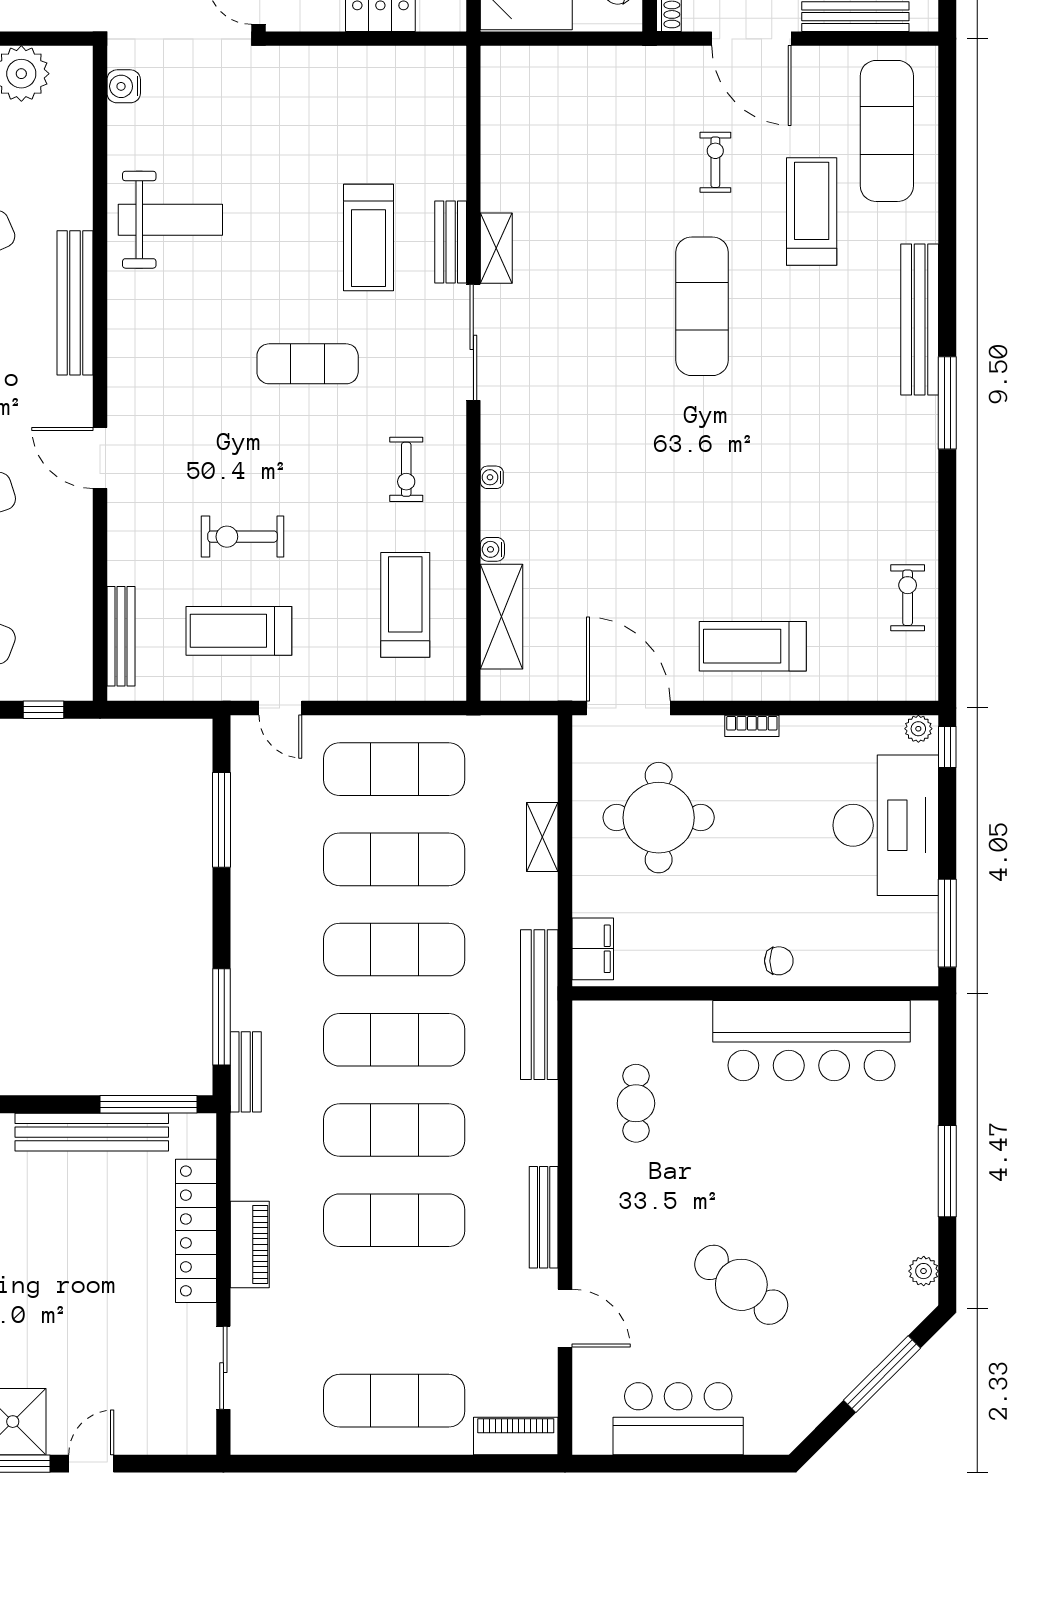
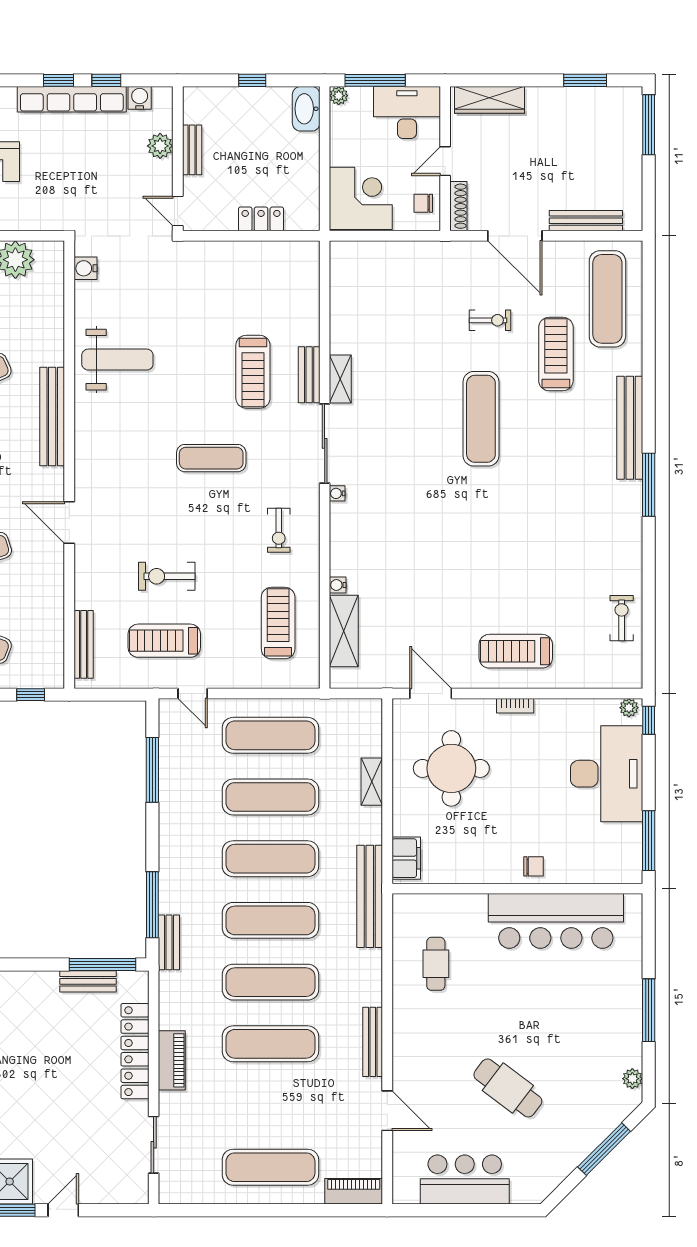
exercise bike: (715, 162) -> (490, 320), turned 90
water cooler: (492, 477) -> (337, 493), moved
door: (628, 708) -> (431, 693), width x0.73
bench: (92, 1132) -> (88, 981), width x0.54, depth x0.82

